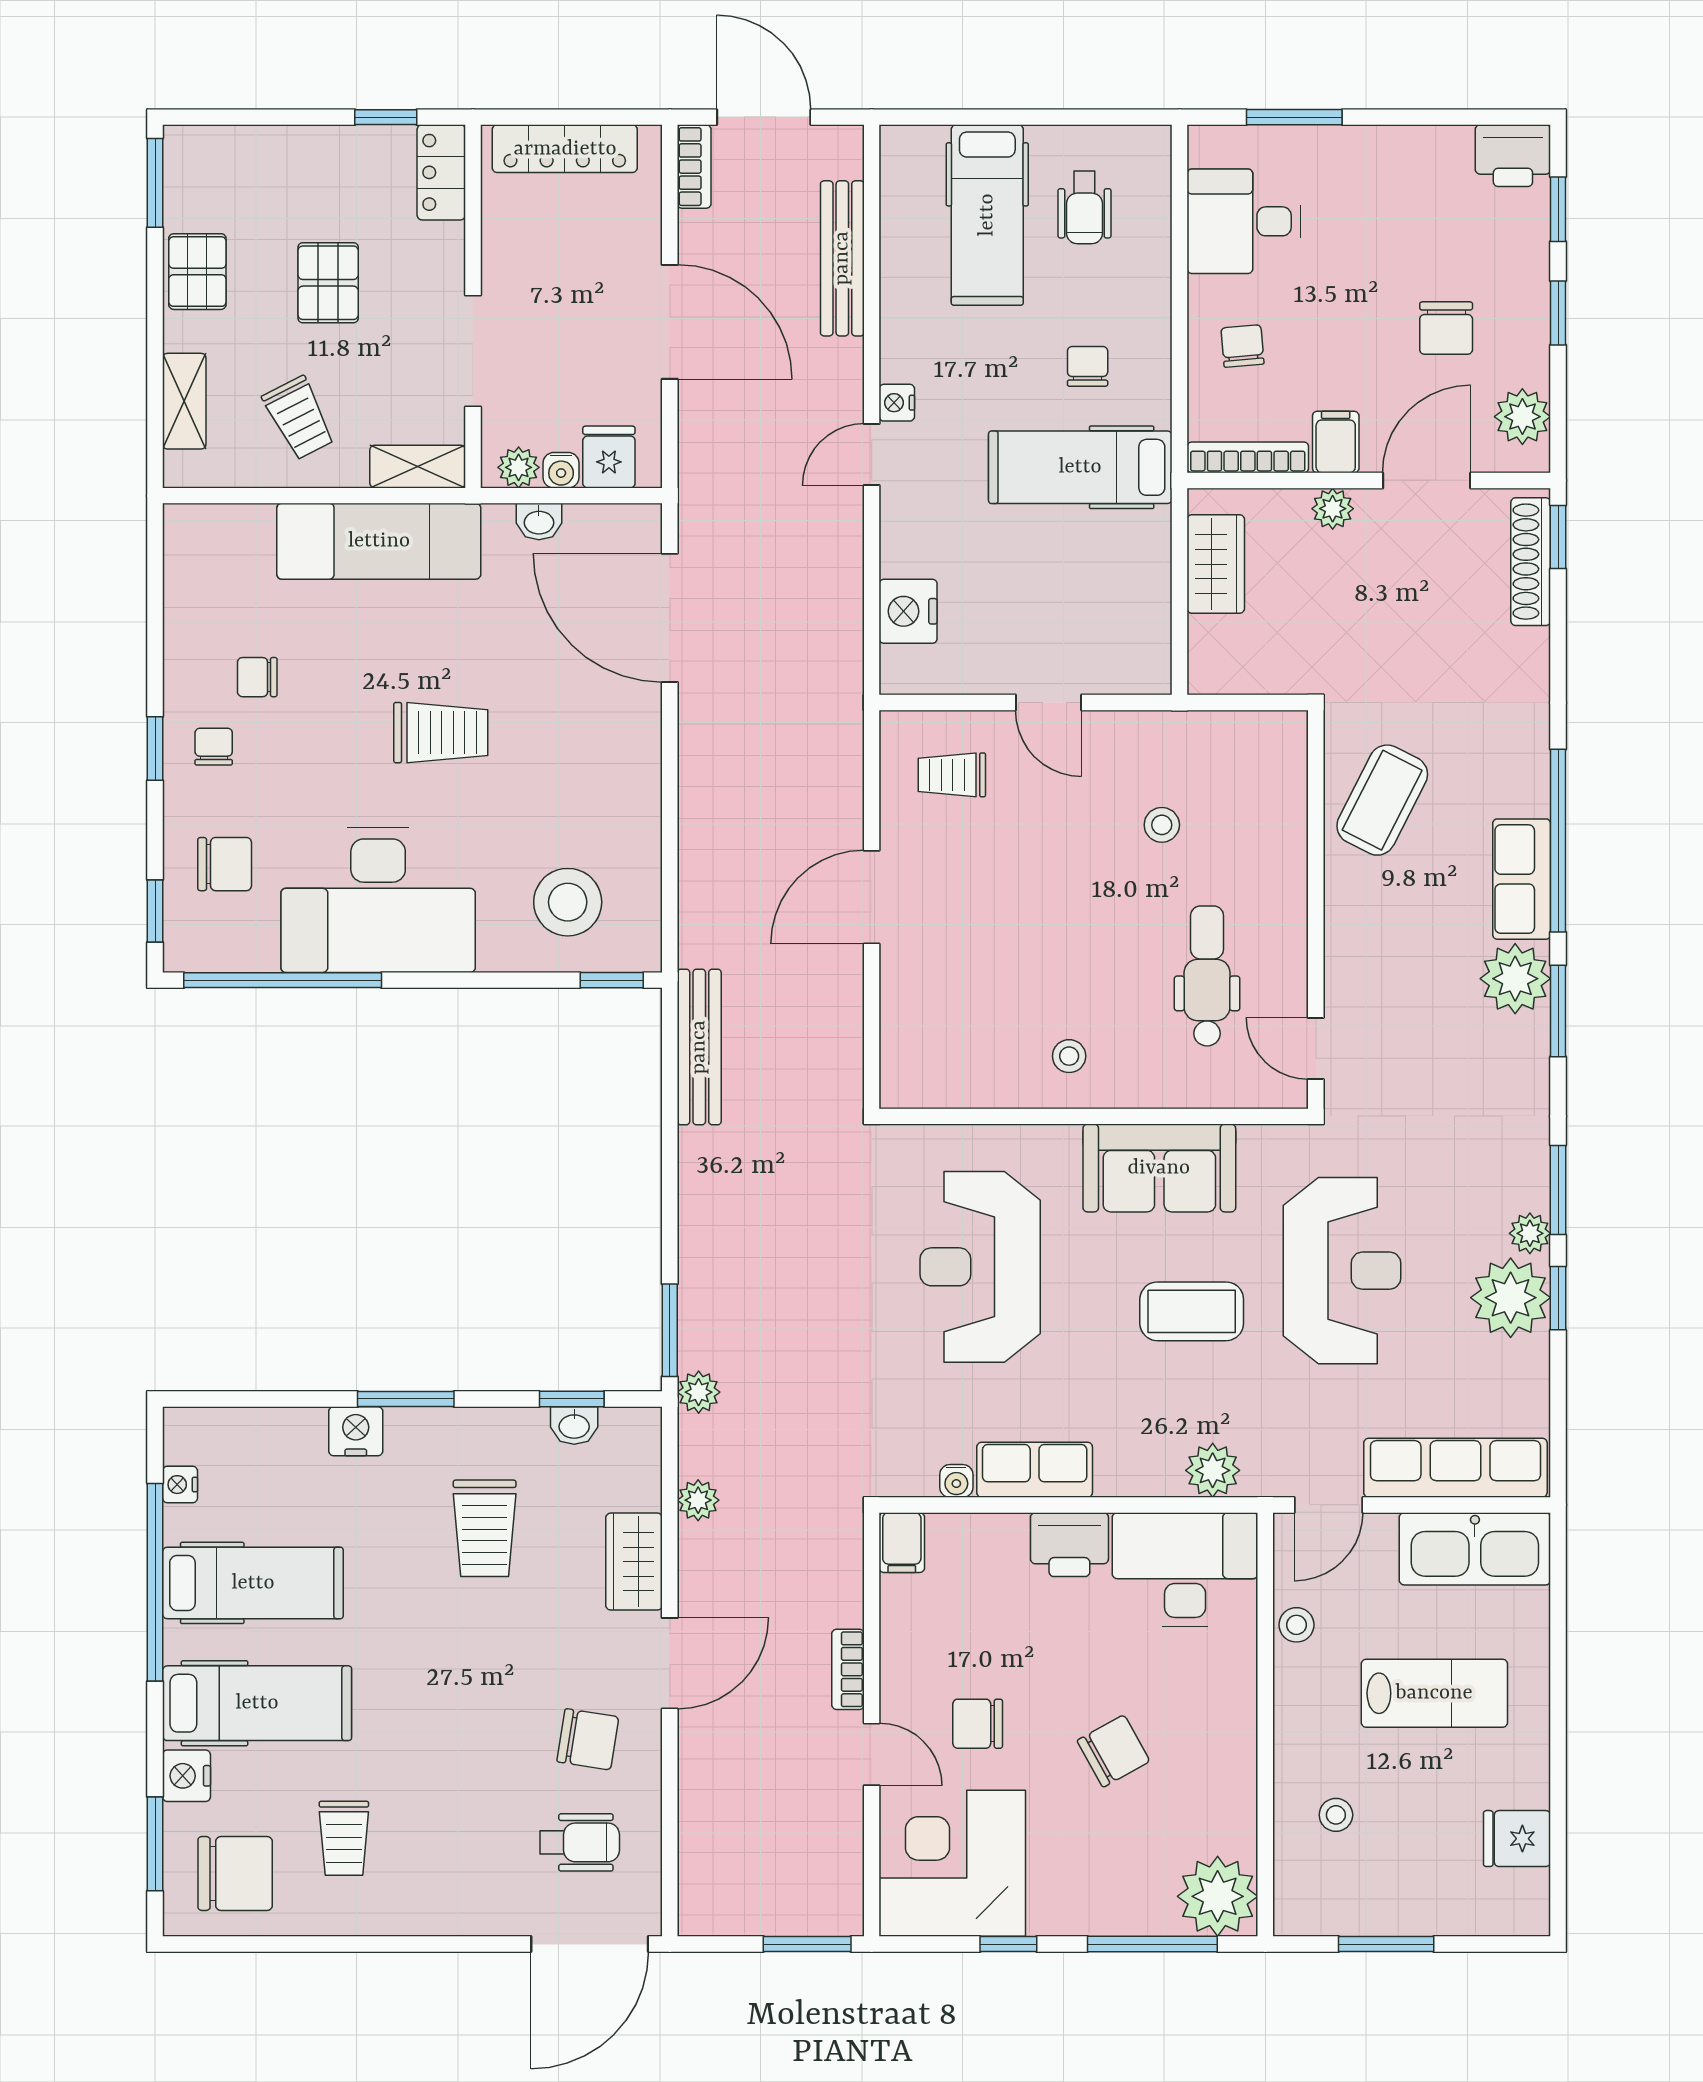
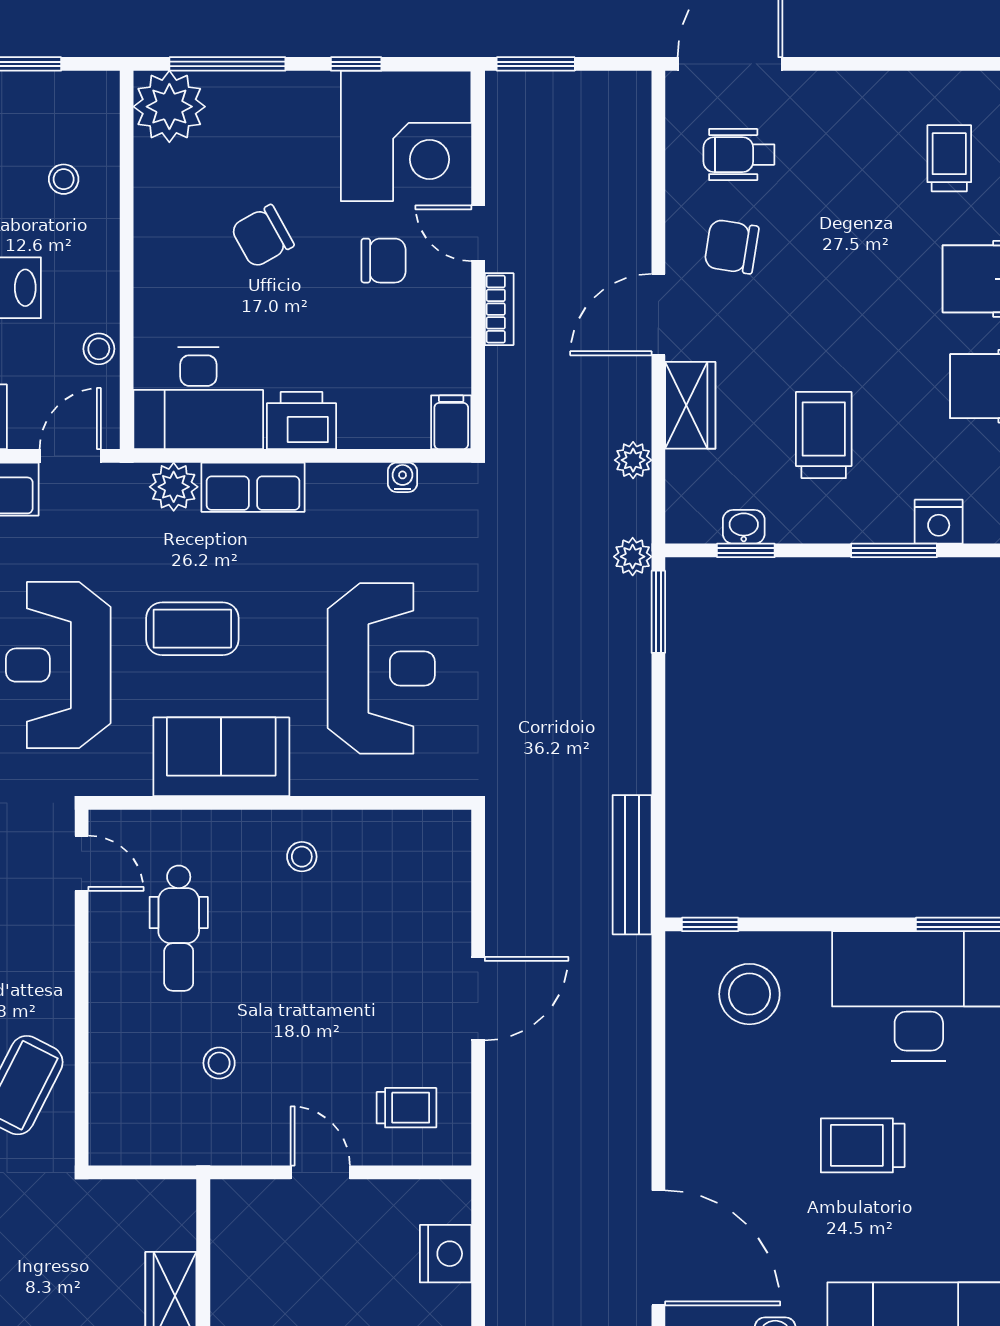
row of seats: (1035, 1470) -> (253, 487), moved

